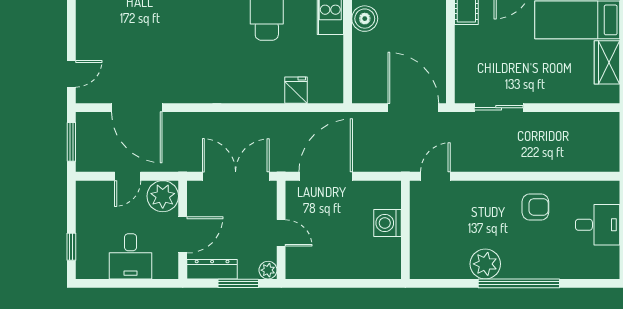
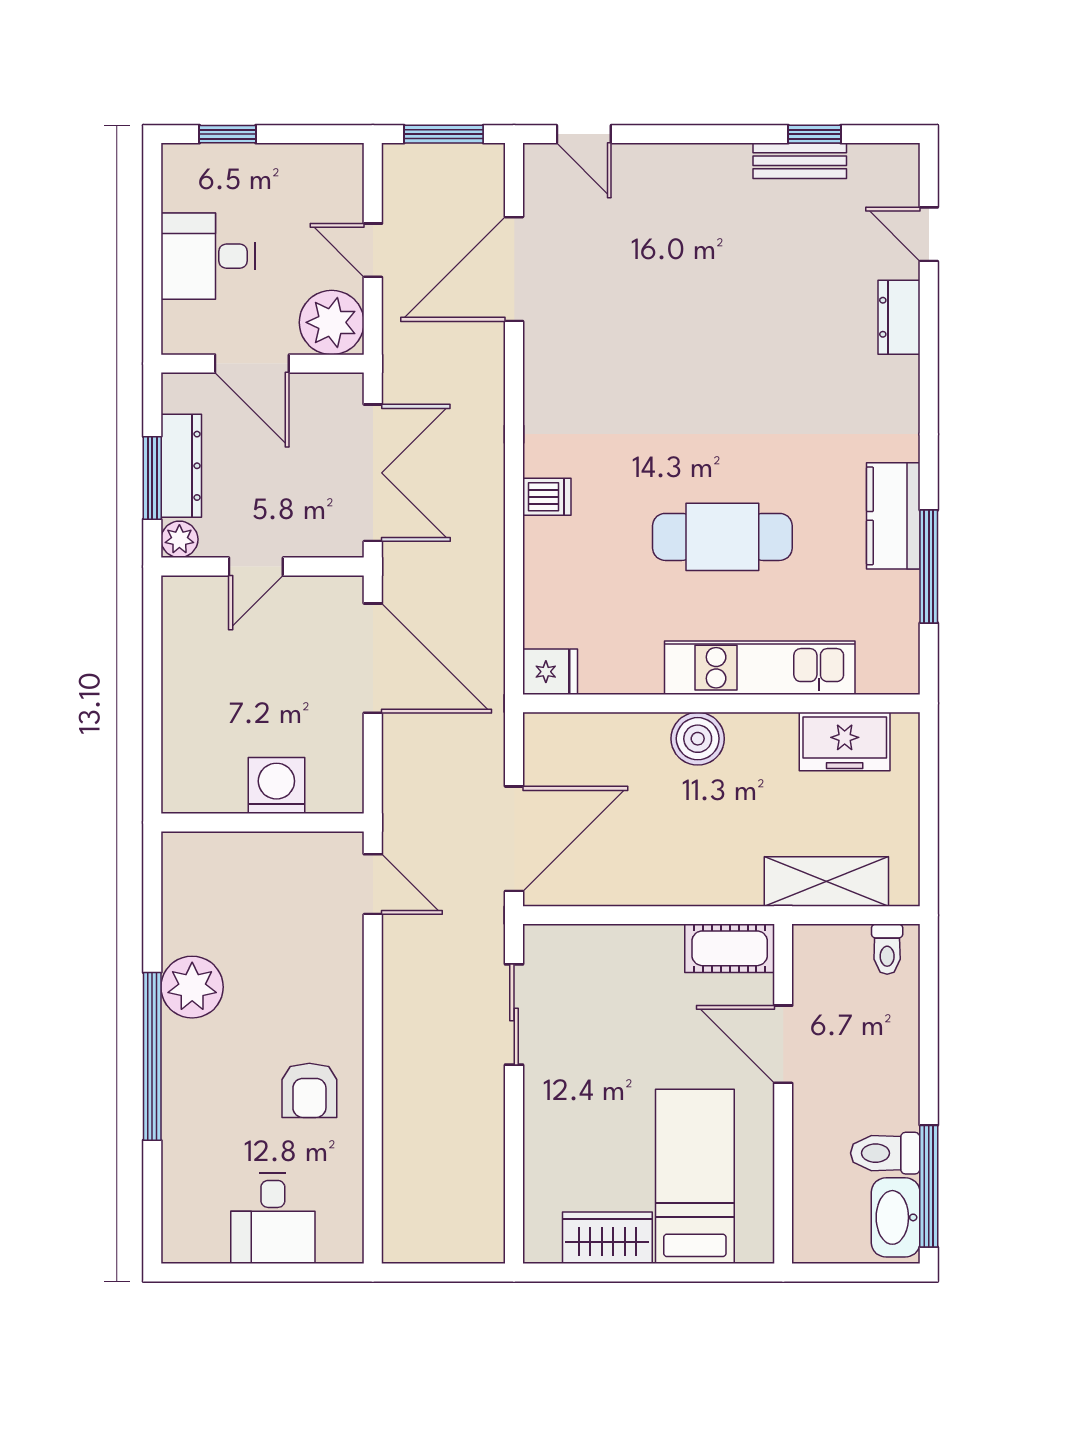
fridge: (296, 90) -> (550, 672), moved
dishwasher: (247, 92) -> (547, 497), added
dresser: (212, 269) -> (181, 466), moved

